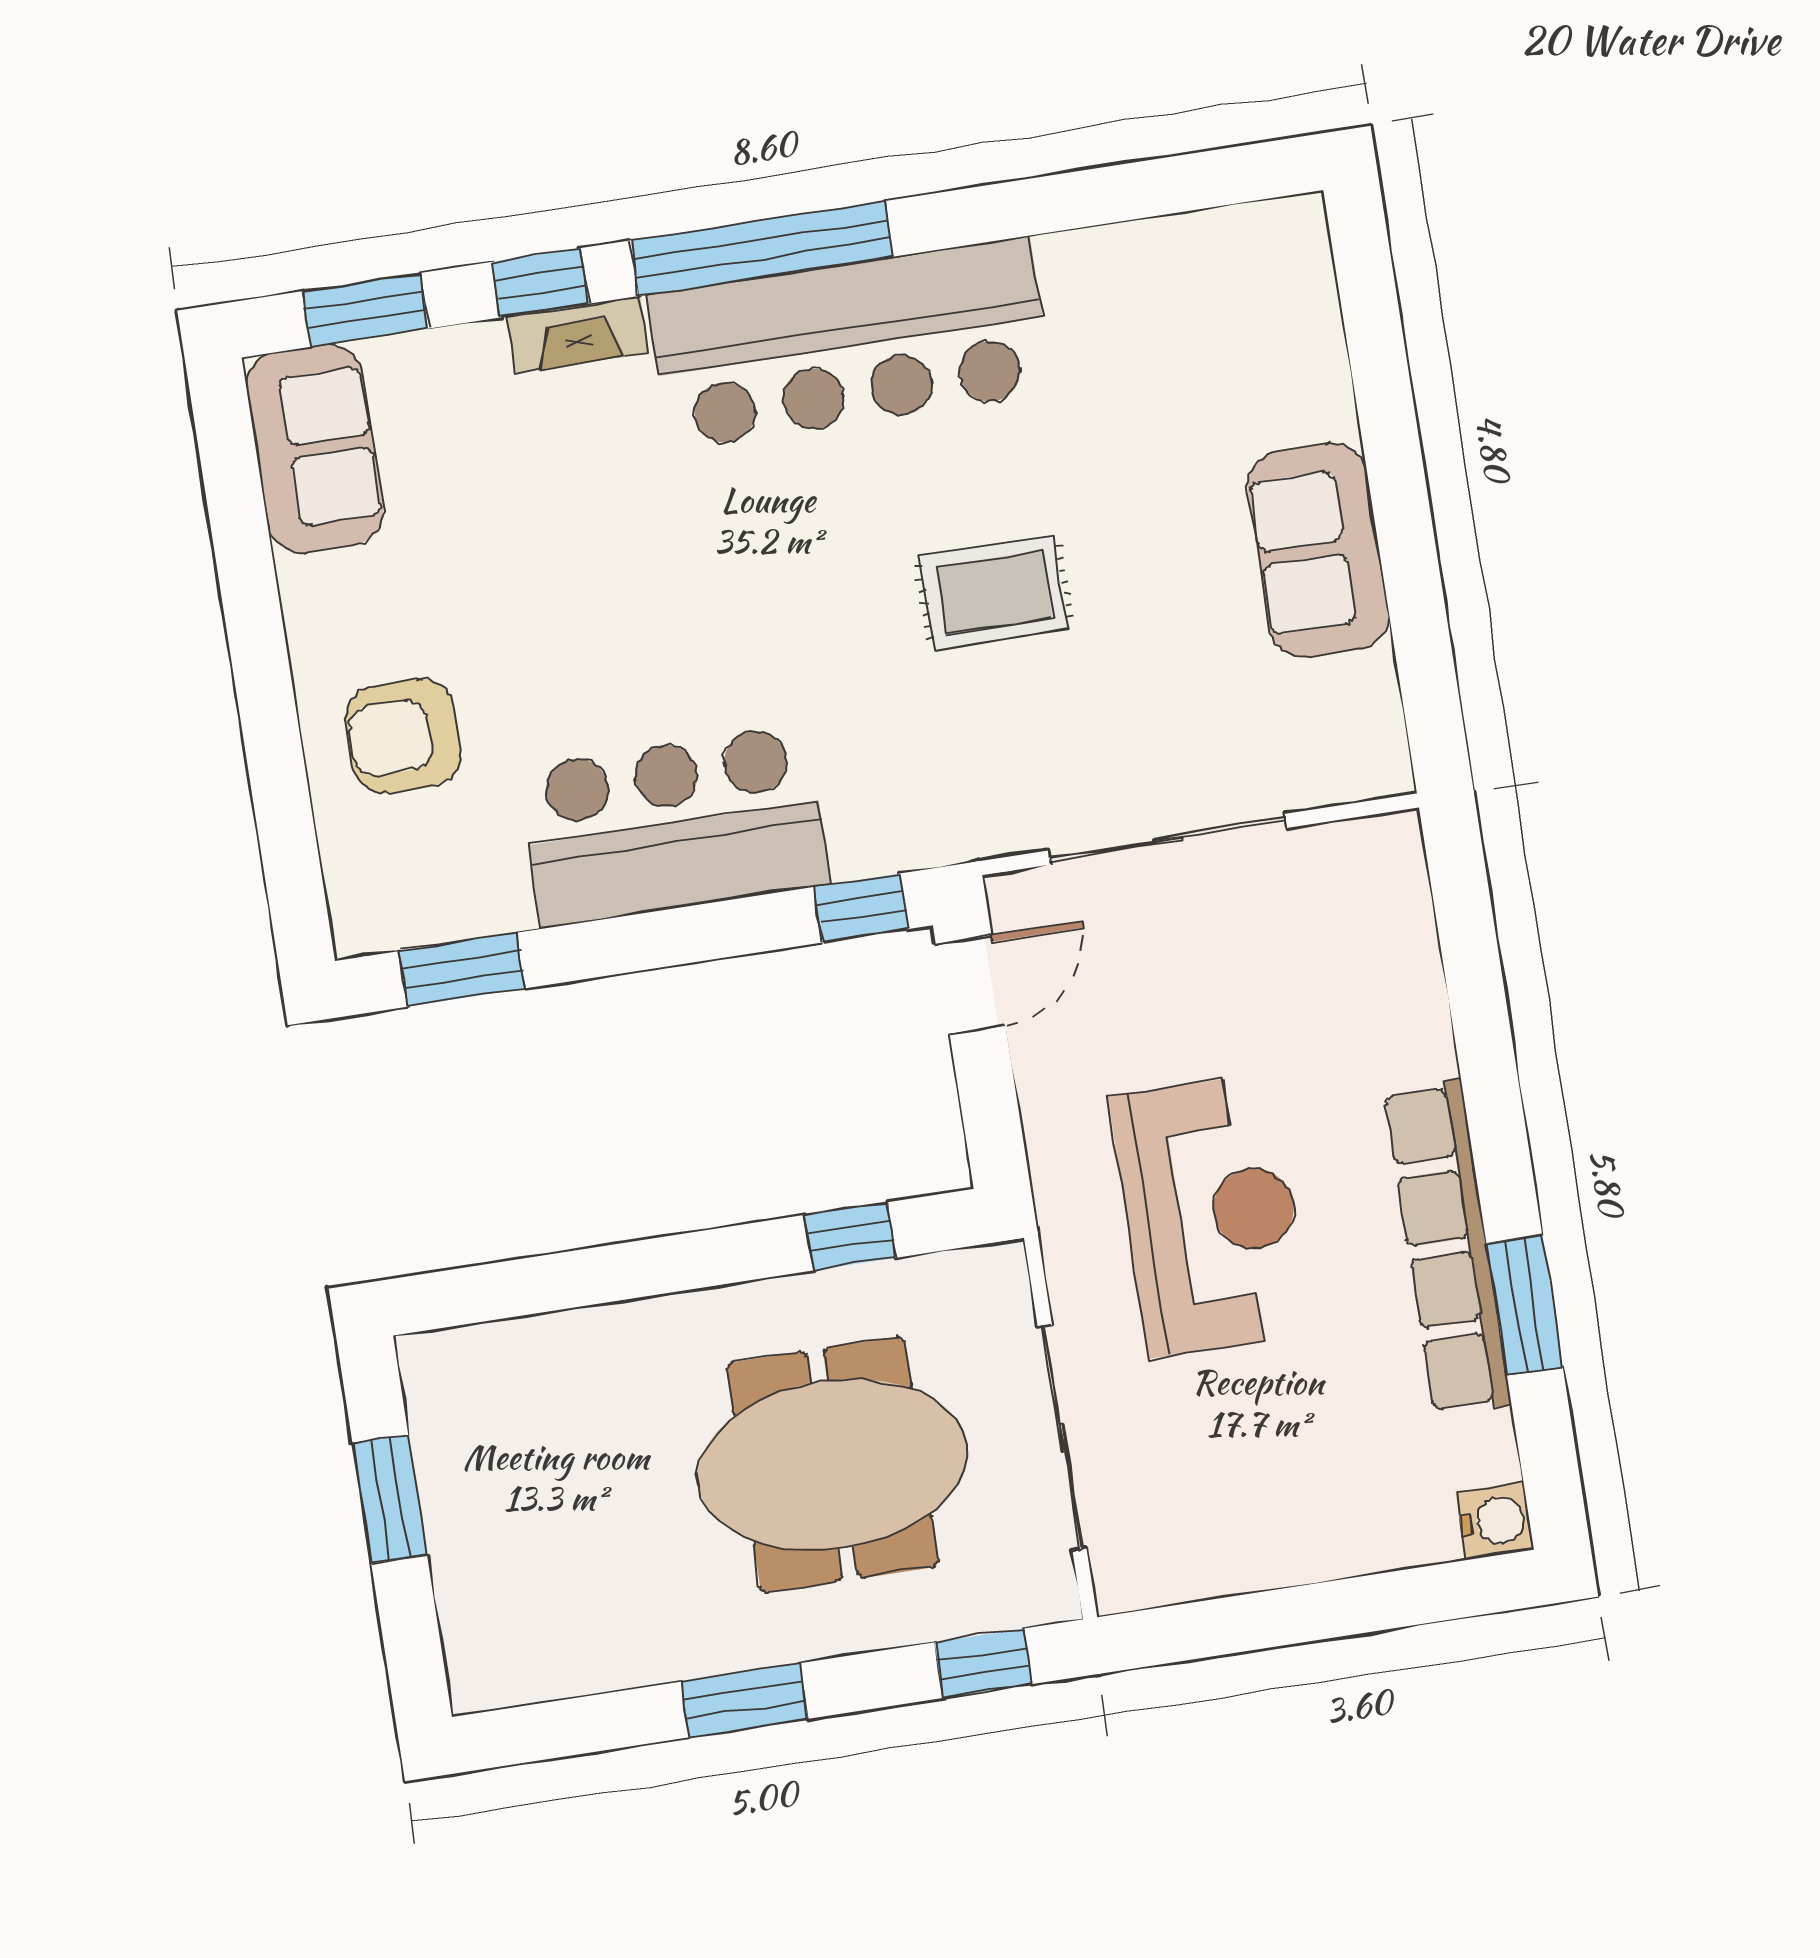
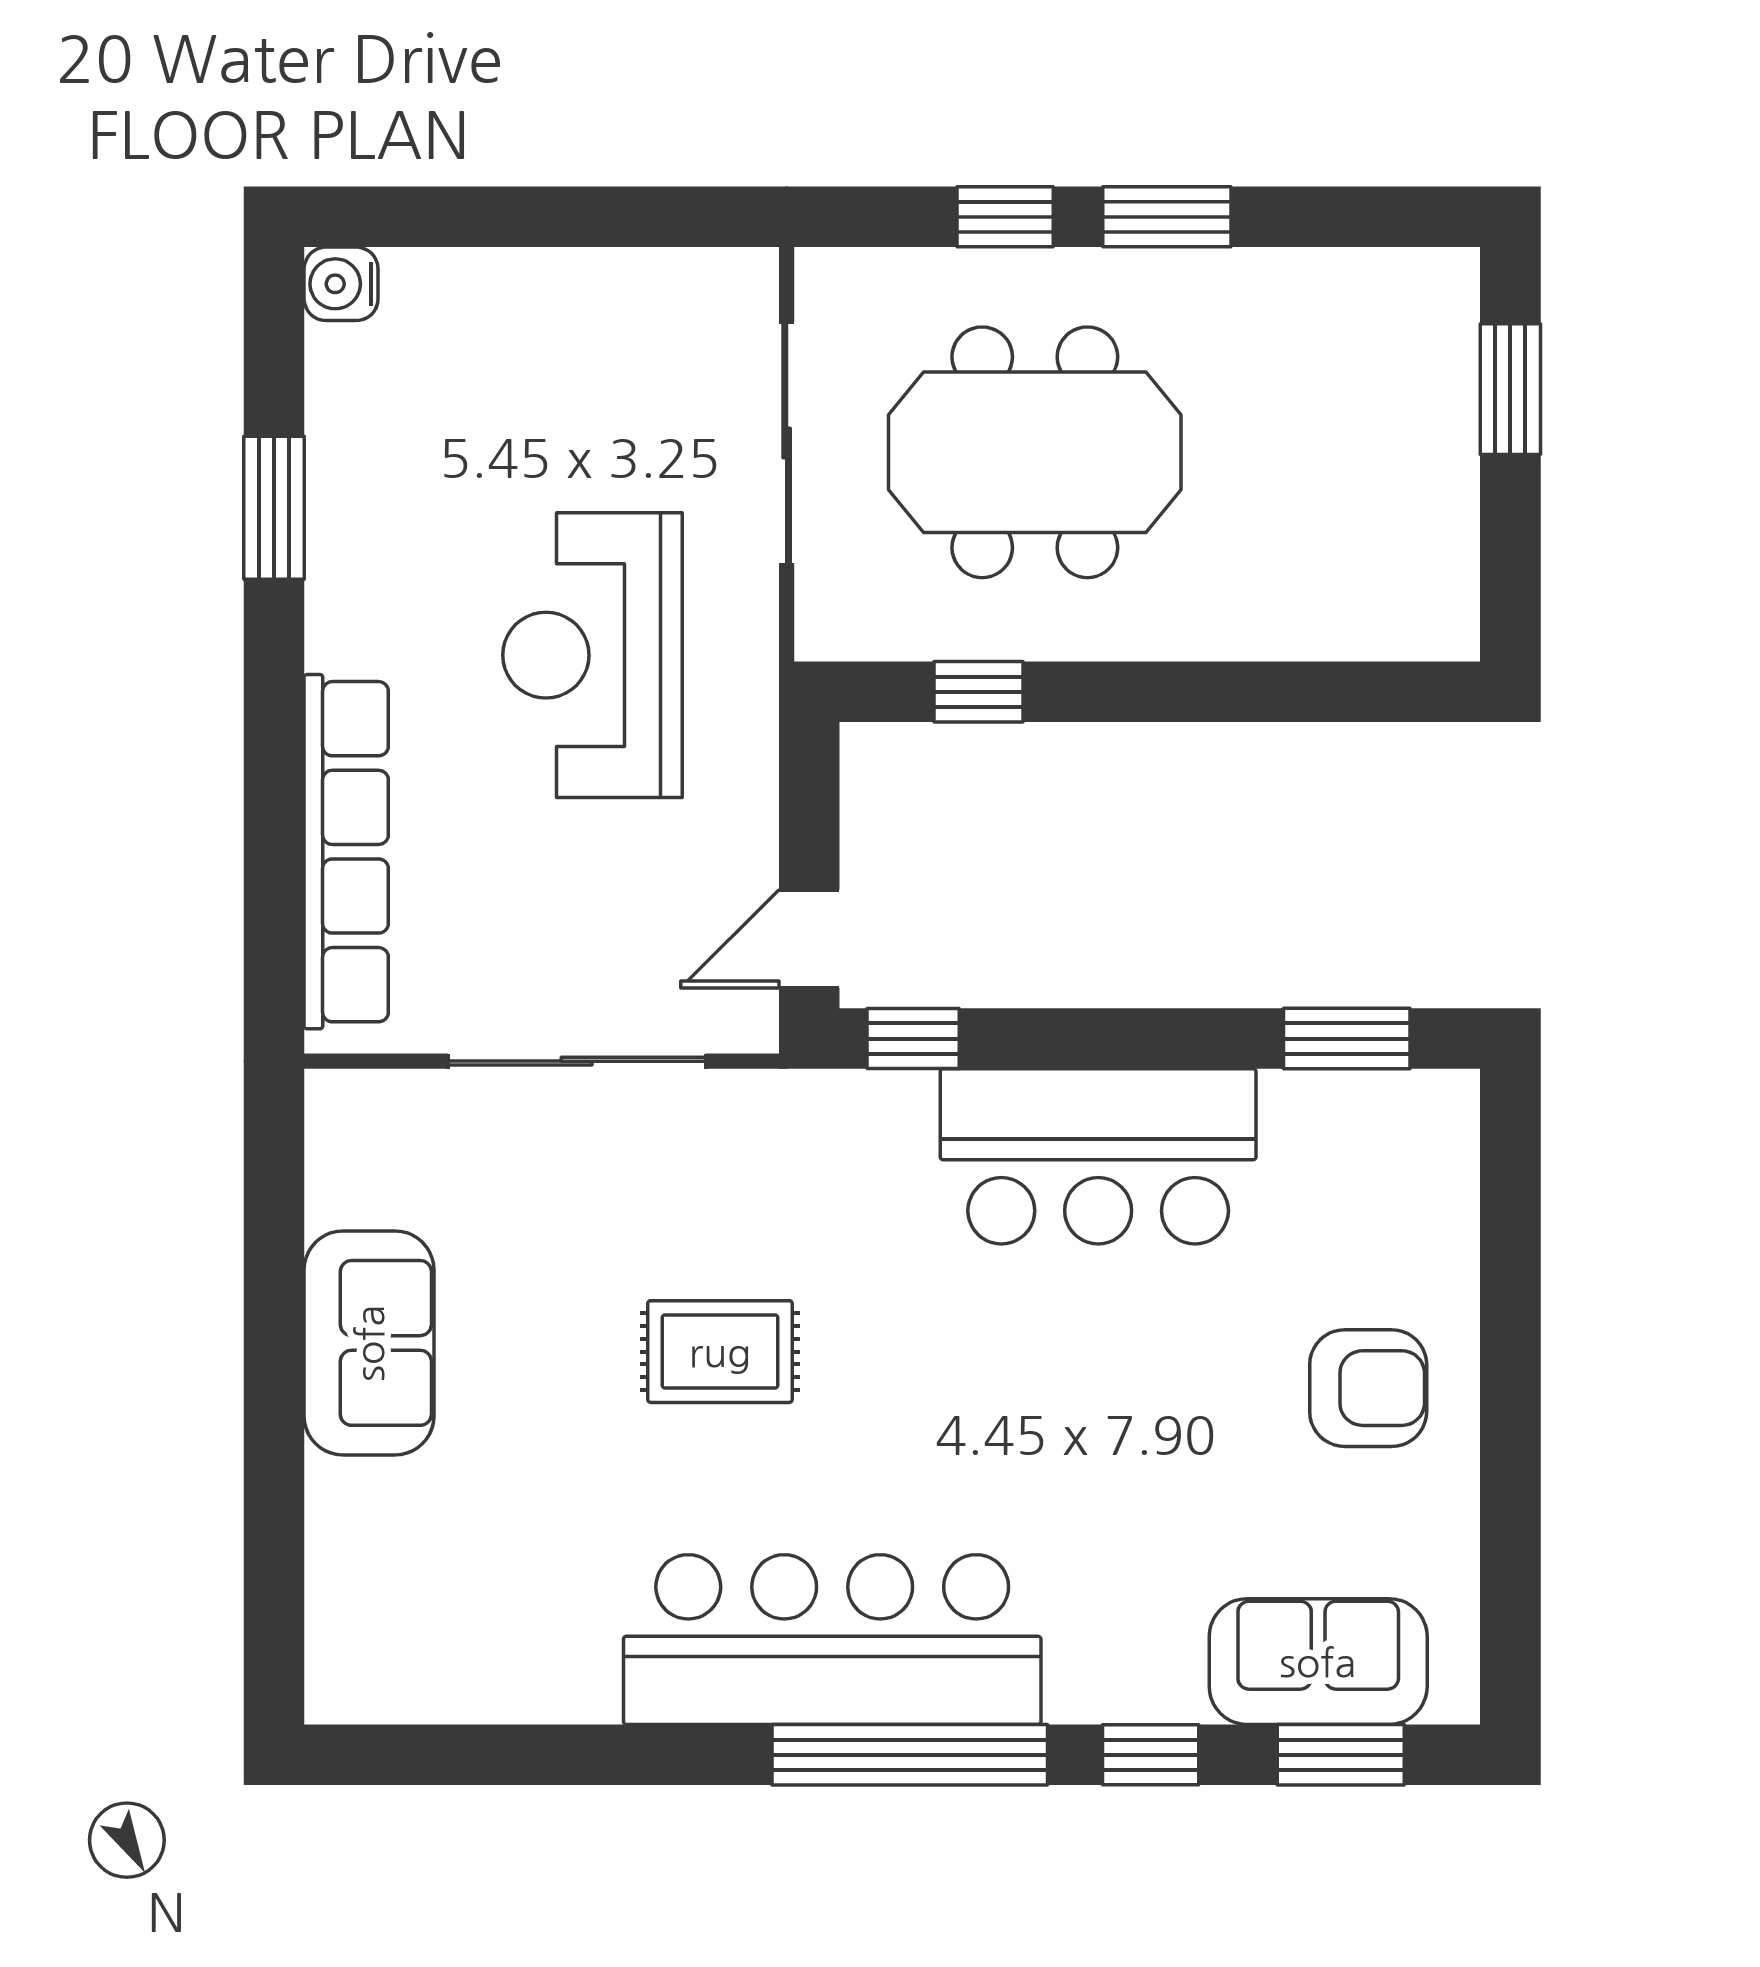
fireplace: (578, 334) -> (1119, 1694), removed
sofa: (315, 449) -> (1318, 1662), moved, turned 90
armchair: (403, 736) -> (1368, 1388), moved
row of seats: (1448, 1248) -> (346, 852), moved
window: (390, 1499) -> (1510, 389), moved
window: (983, 1663) -> (1005, 217), moved

